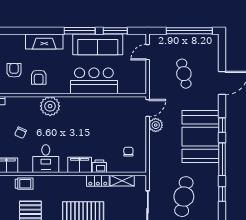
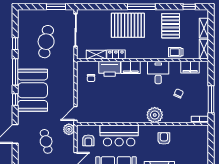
armchair: (14, 70) -> (88, 140), moved
plant: (156, 125) -> (69, 129), moved
printer: (99, 166) -> (110, 69), width x1.87, depth x1.48

